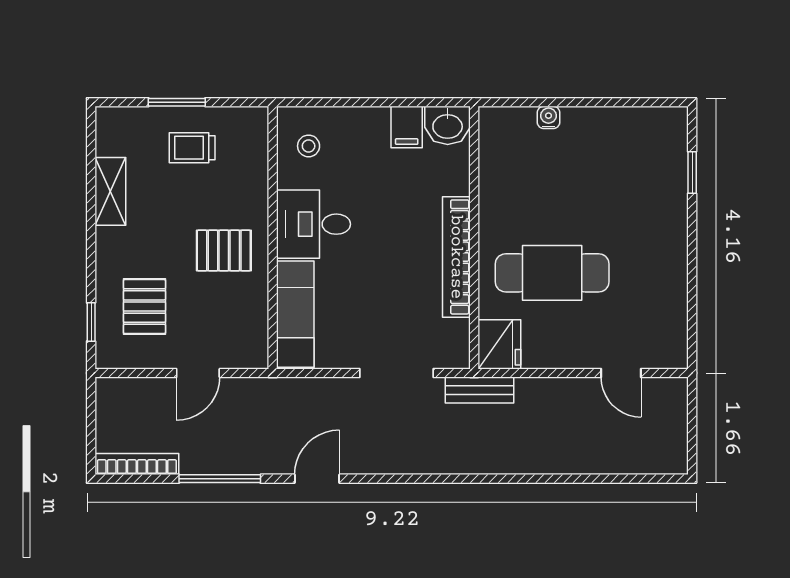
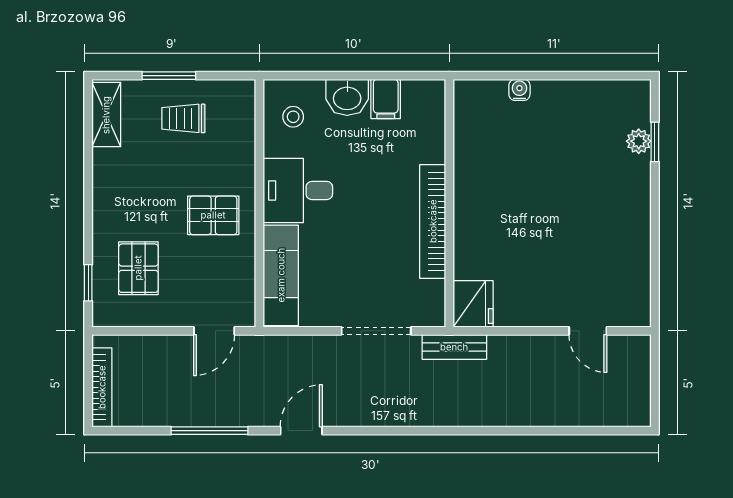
washbasin: (448, 125) -> (347, 97), moved
plant: (675, 172) -> (639, 141), added
shelving: (110, 191) -> (106, 115), moved
cafe table: (552, 273) -> (523, 236), removed
door: (198, 373) -> (214, 331), moved
bookcase: (137, 464) -> (102, 387), moved, turned 90

